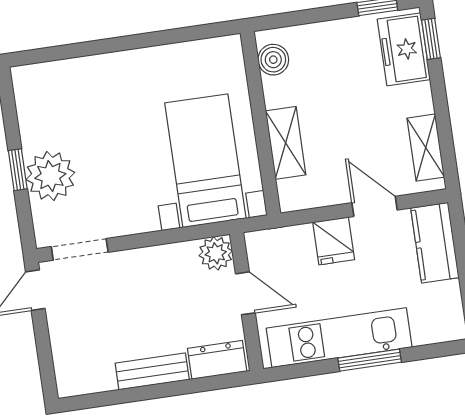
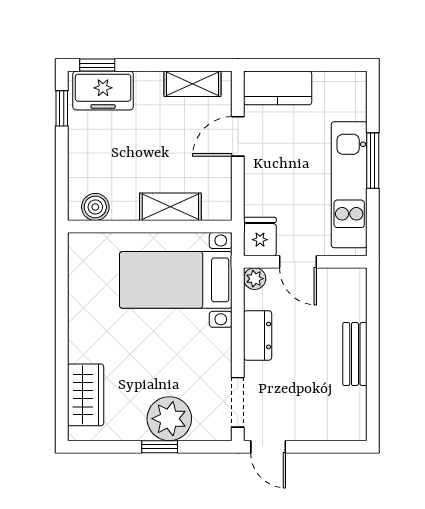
wardrobe: (63, 79) -> (86, 395), added
fridge: (334, 241) -> (260, 237), moved, turned -90
plant: (216, 253) -> (255, 279), width x0.73, depth x0.73
door: (245, 293) -> (298, 262), swing flipped
dresser: (217, 360) -> (258, 335), moved, turned 180

